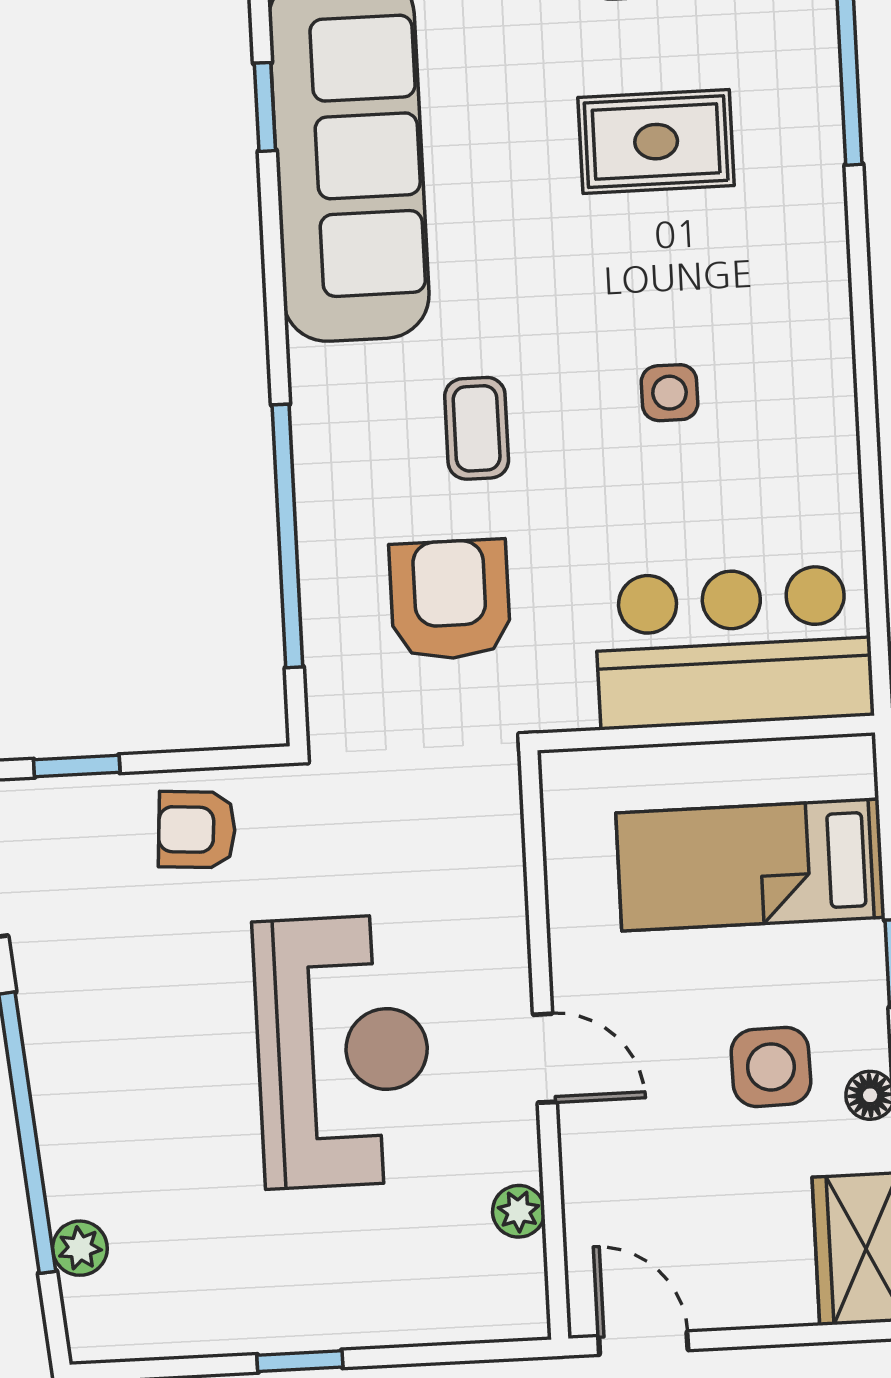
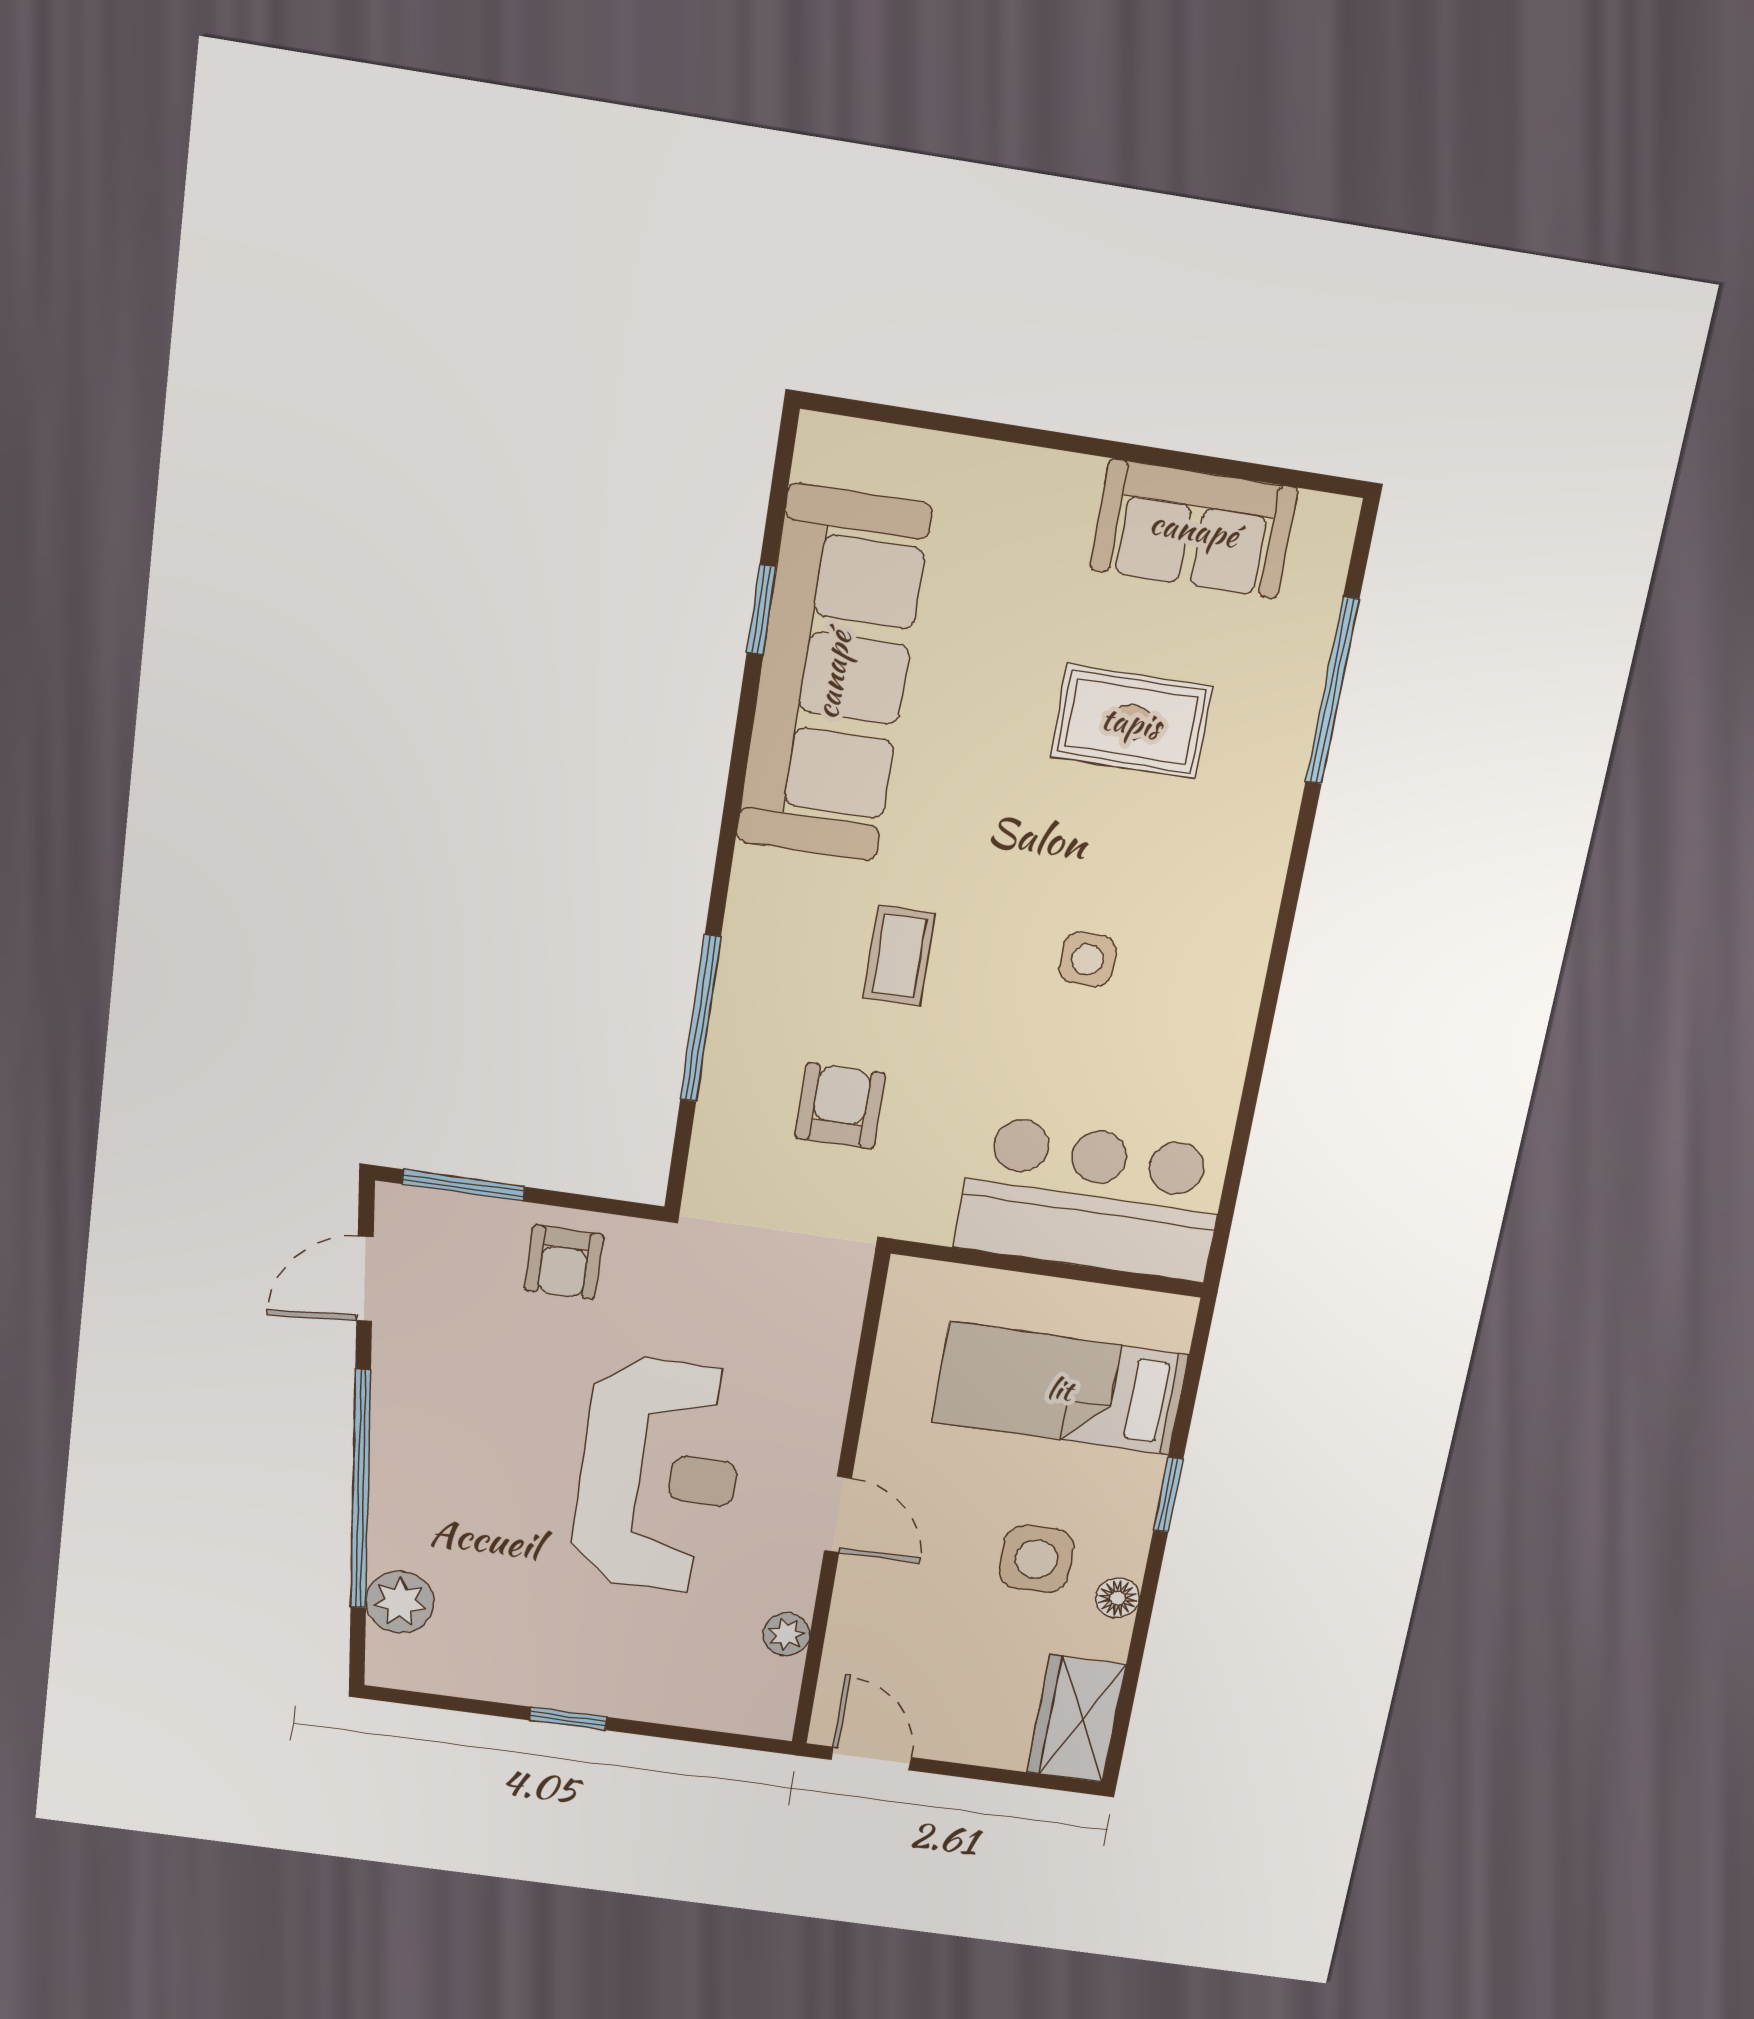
window: (287, 536) -> (700, 1018), width x0.68
armchair: (450, 600) -> (840, 1106), width x0.72, depth x0.72
window: (77, 766) -> (463, 1185), width x1.50
armchair: (197, 830) -> (564, 1262), turned -94
plant: (80, 1248) -> (400, 1602), width x1.38, depth x1.38

